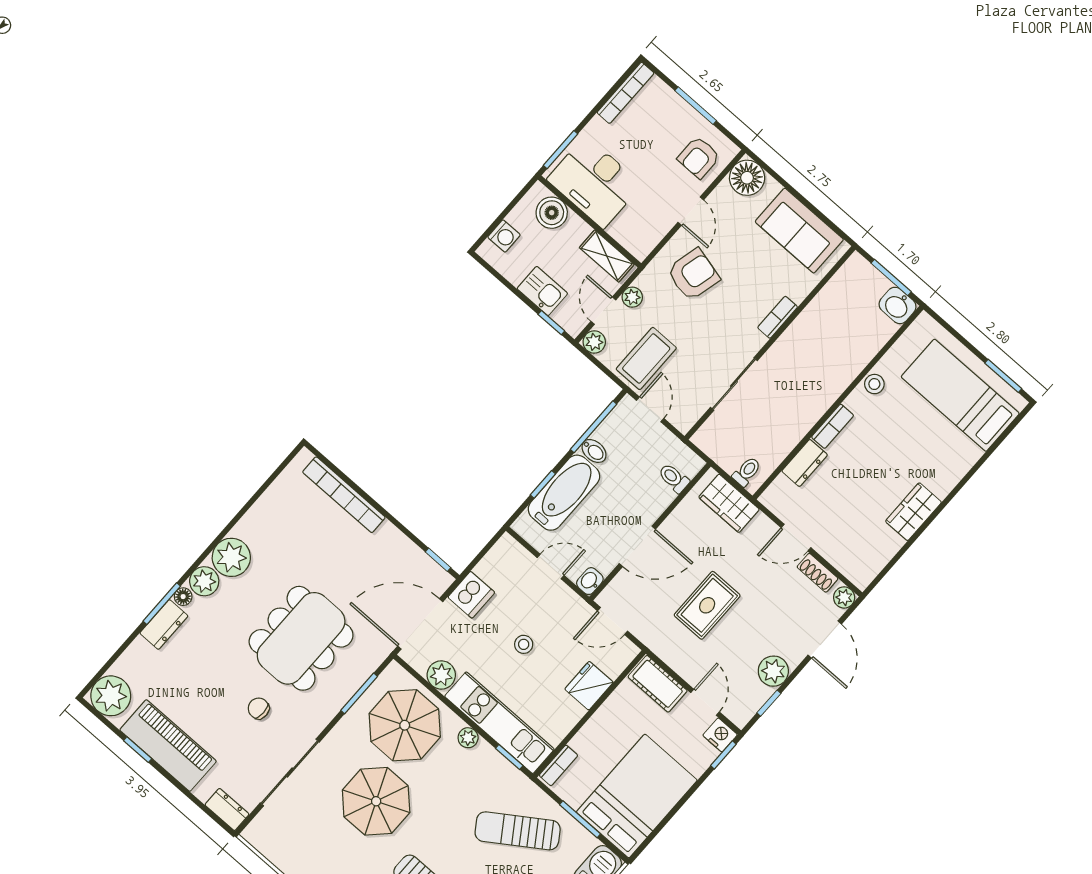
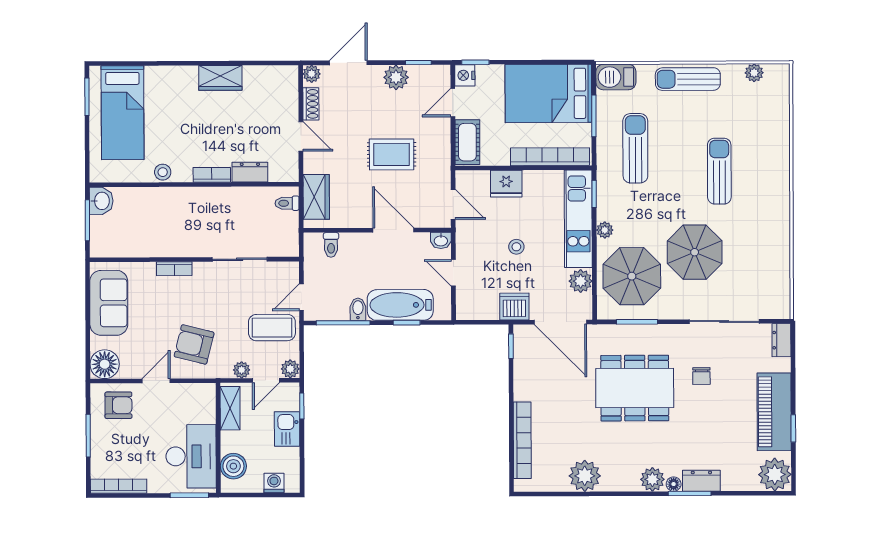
plant: (231, 557) -> (585, 476), moved
bookcase: (559, 765) -> (550, 157), width x2.31, depth x1.31
sun lounger: (518, 831) -> (635, 148), turned -146

